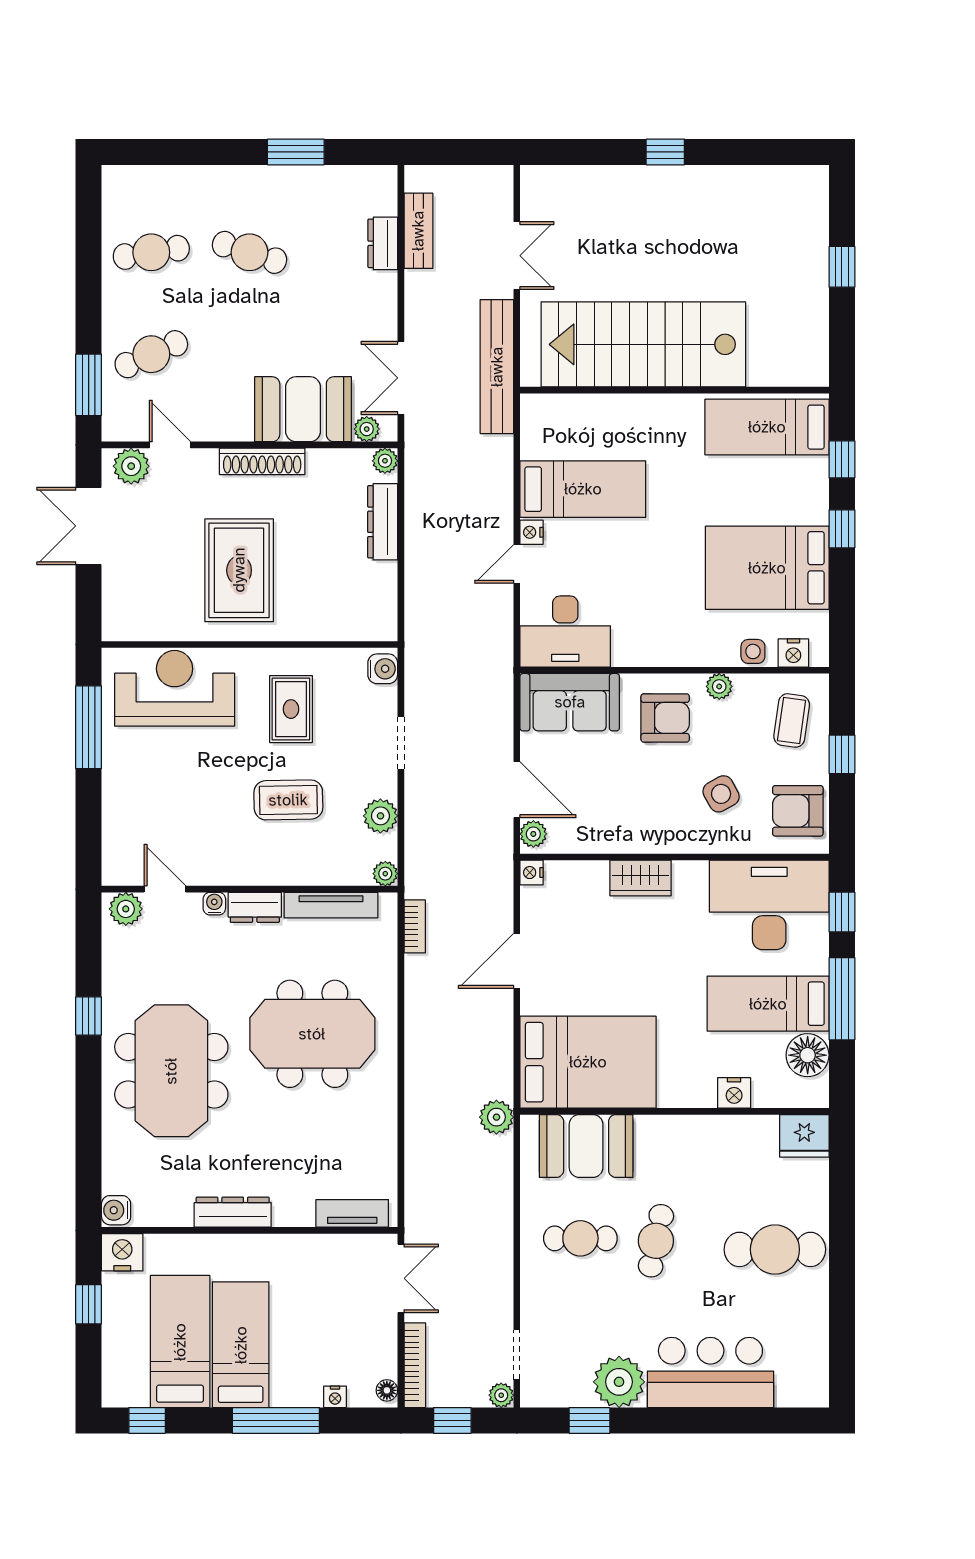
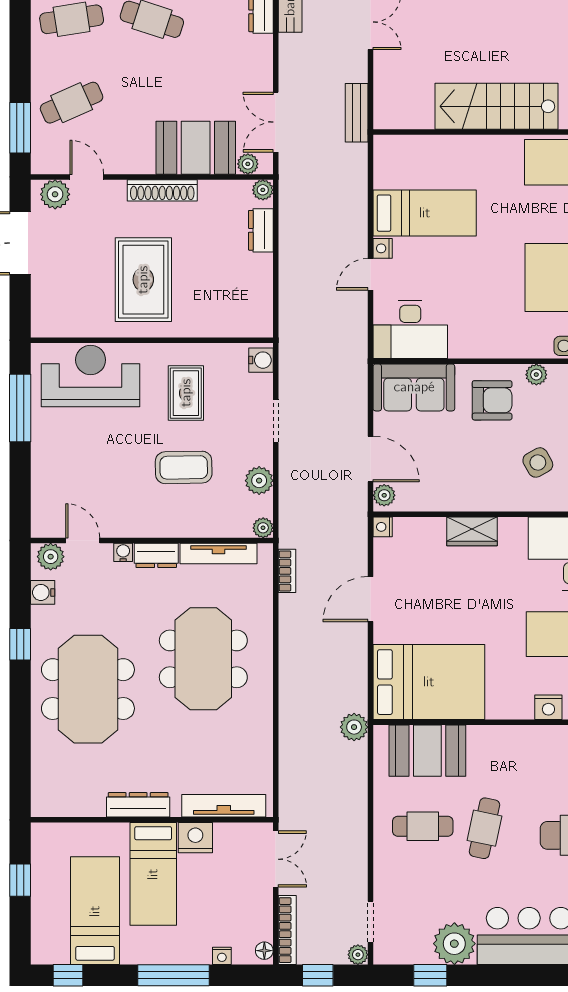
stairs: (643, 344) -> (496, 106), width x0.73, depth x0.66
bench: (497, 367) -> (357, 113), width x0.54, depth x0.82
dresser: (383, 522) -> (261, 230), width x0.70
meeting table: (312, 1034) -> (203, 659), turned 90
water cooler: (116, 1210) -> (43, 592), moved
tv unit: (352, 1213) -> (224, 806), width x1.41
nightstand: (122, 1252) -> (195, 838), moved
bed: (241, 1345) -> (153, 874), moved, turned 180

